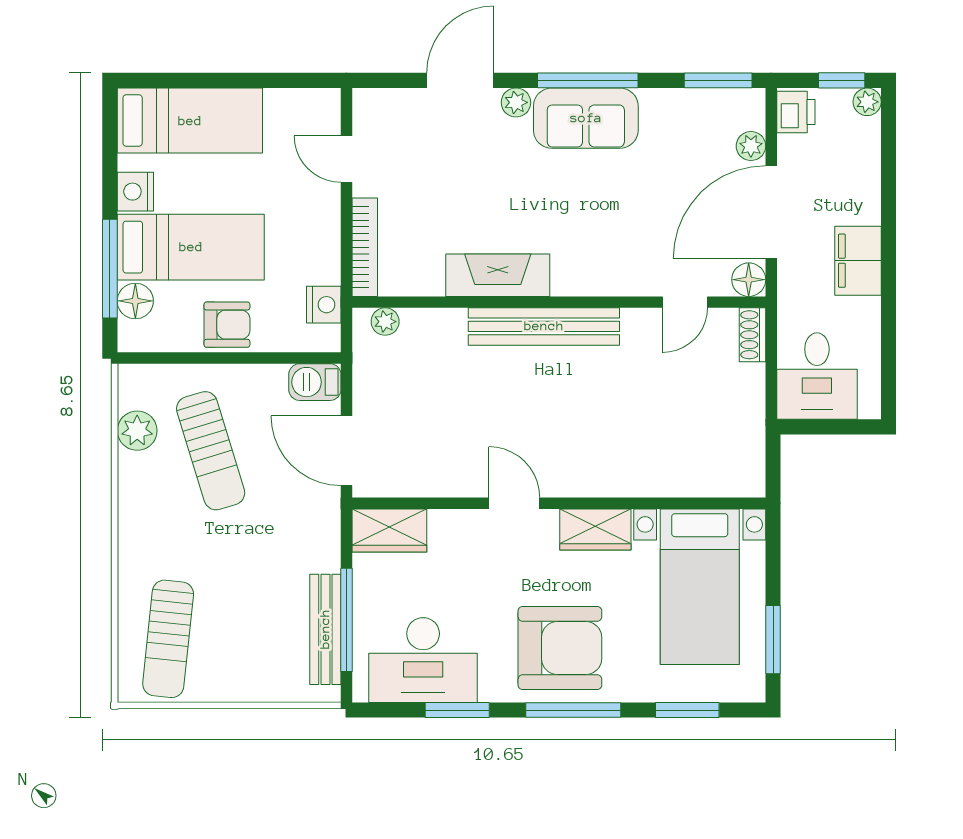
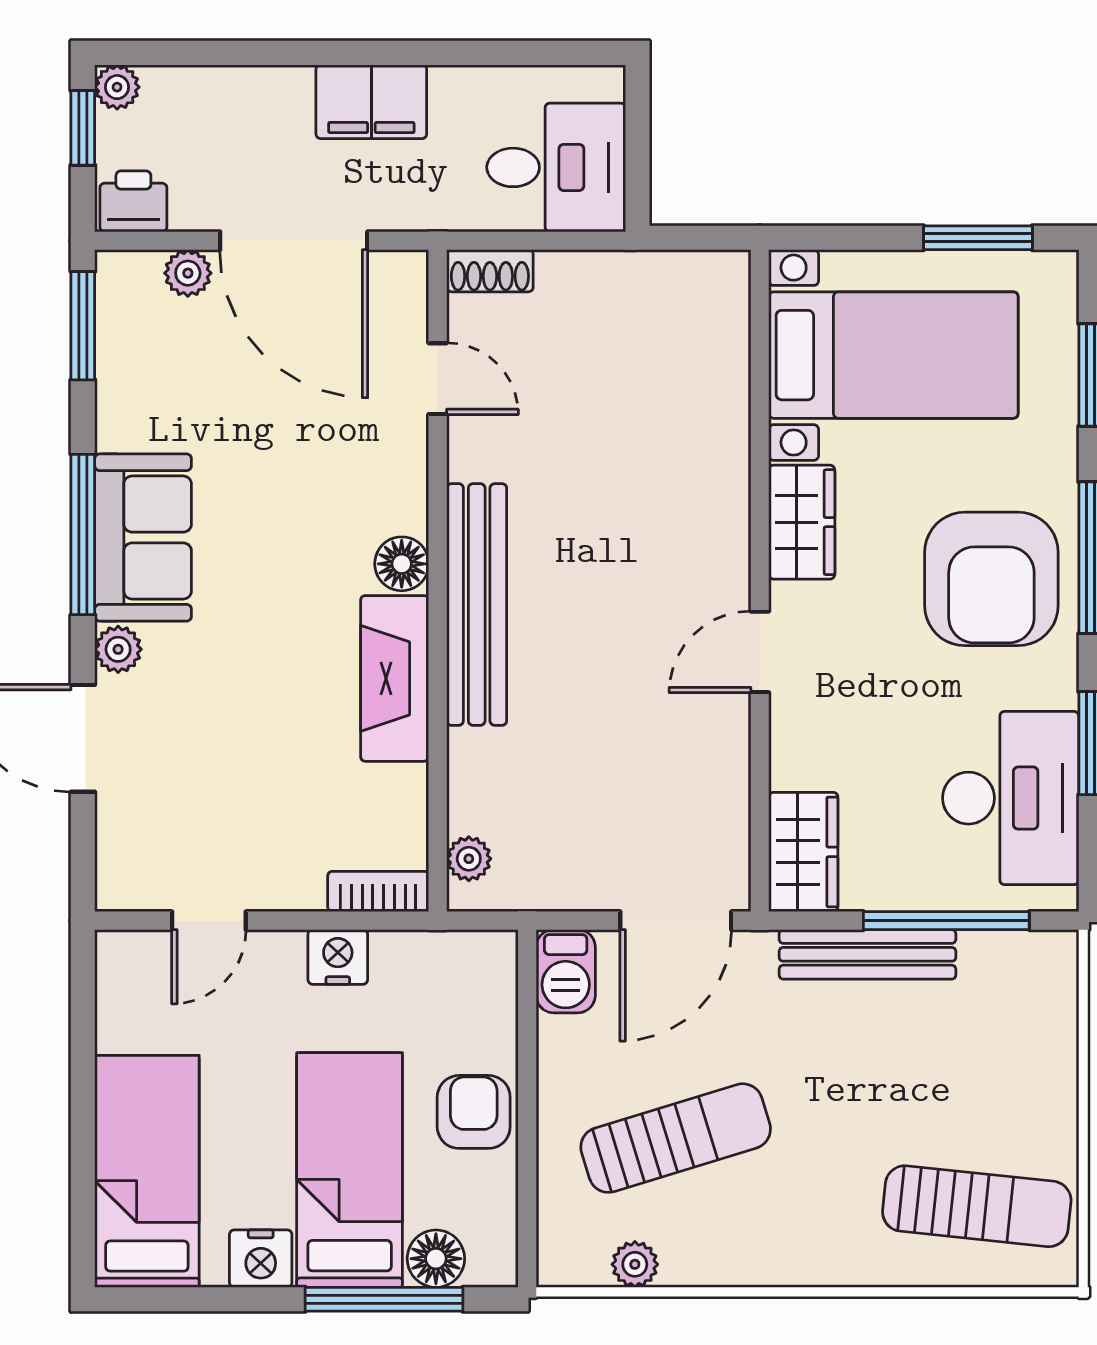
bookcase: (365, 247) -> (378, 891), width x0.64
floor lamp: (749, 280) -> (402, 564), moved
nightstand: (324, 305) -> (338, 957), moved
plant: (137, 431) -> (635, 1264), width x0.73, depth x0.73
bench: (325, 629) -> (867, 954), moved
armchair: (560, 648) -> (991, 579), turned 180

